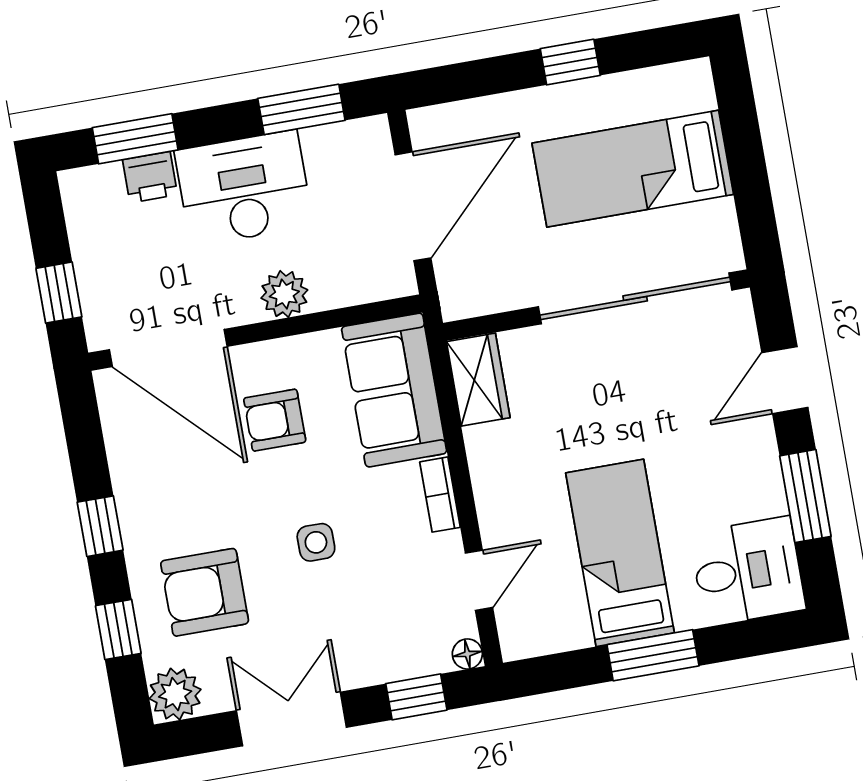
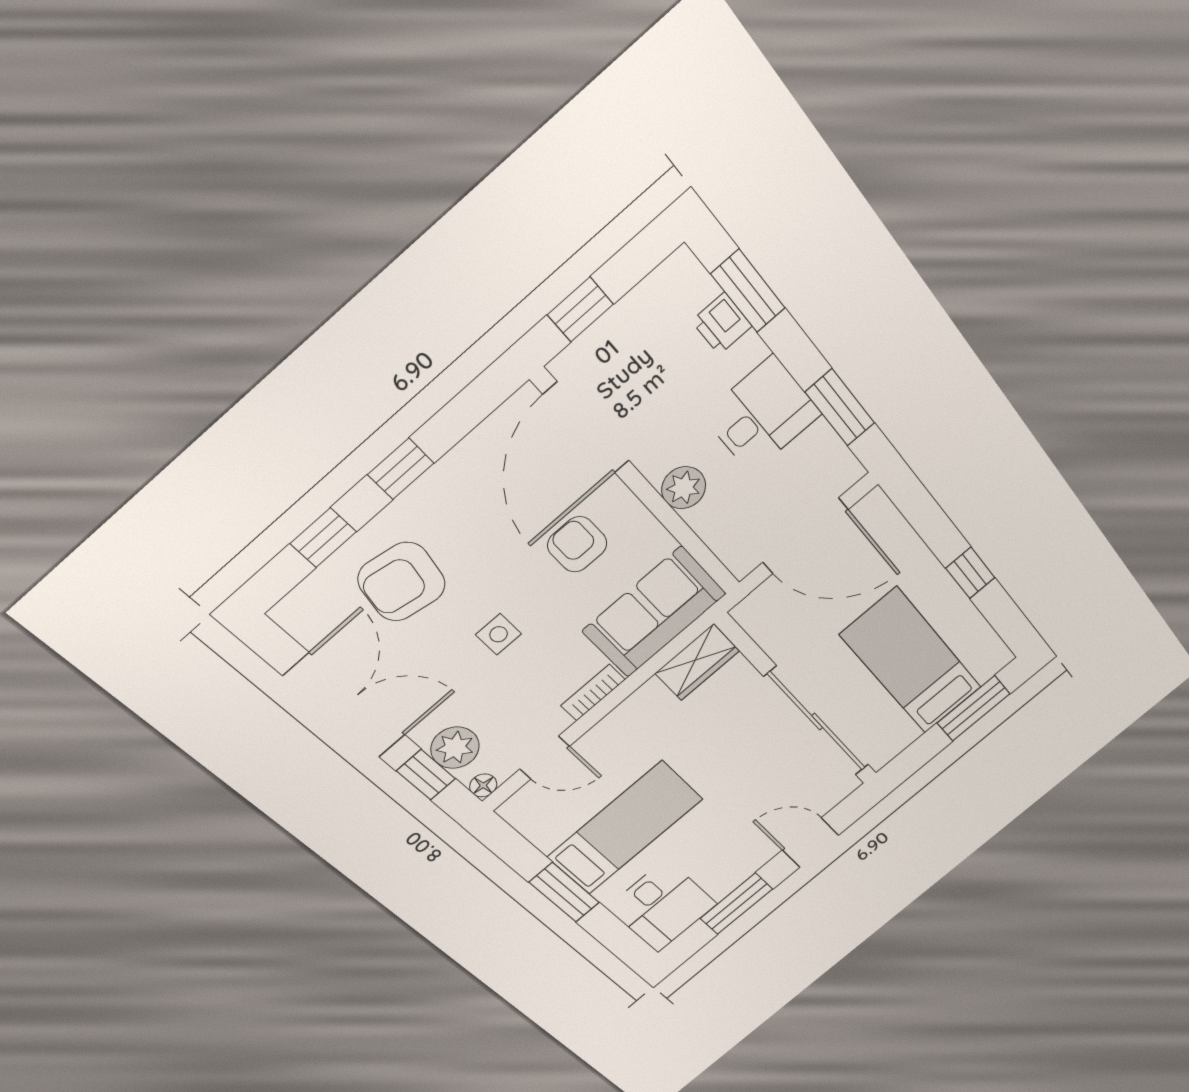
window: (741, 129) -> (974, 708), added
desk: (244, 188) -> (762, 415), width x0.73
armchair: (205, 592) -> (402, 582), turned -80
plant: (175, 694) -> (455, 748), moved
double door: (291, 719) -> (345, 706), width x1.37

